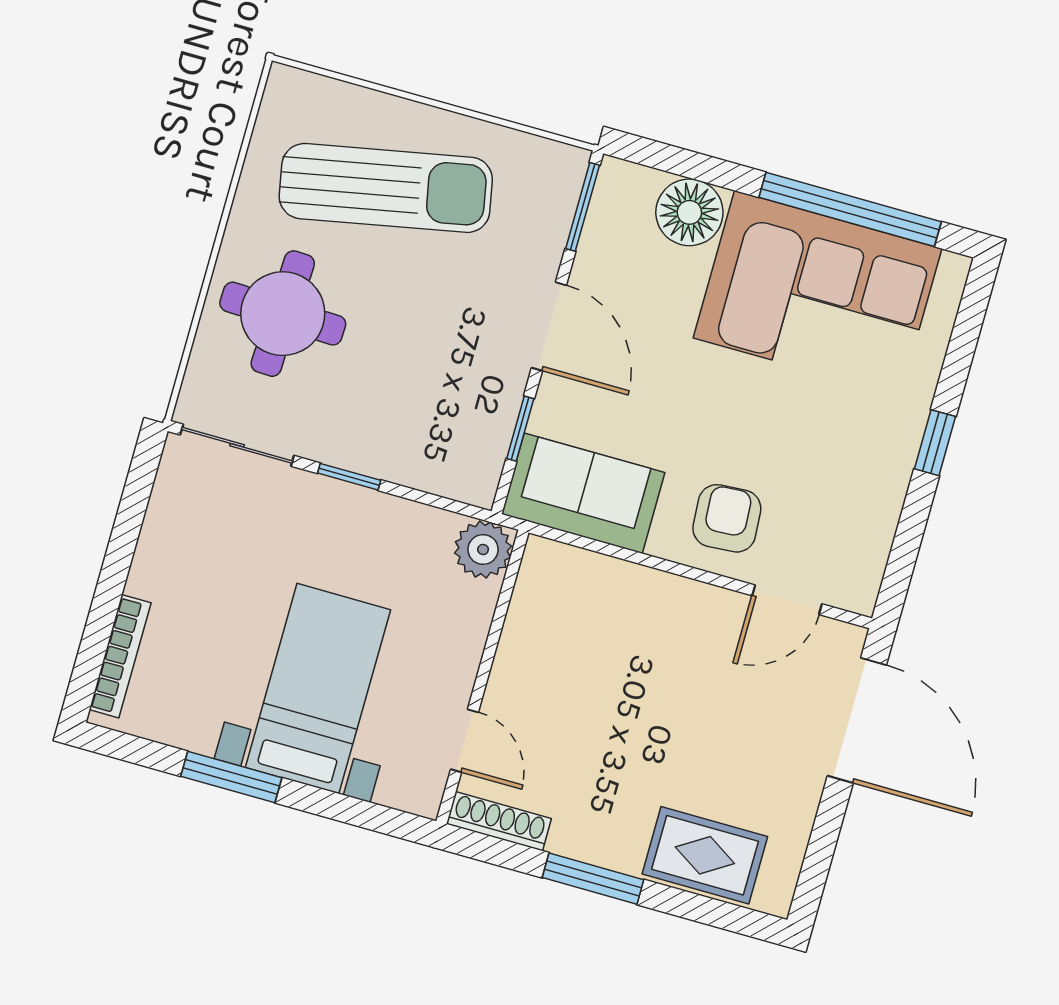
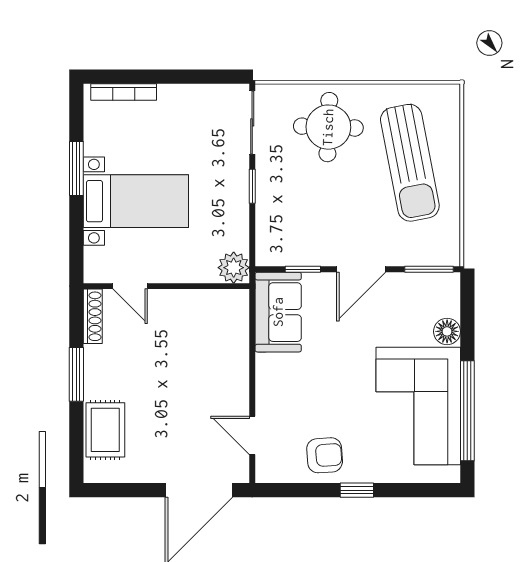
floor lamp: (689, 212) -> (447, 331), width x0.73, depth x0.73
armchair: (727, 518) -> (325, 455), moved
door: (464, 741) -> (130, 286), hinge flipped

